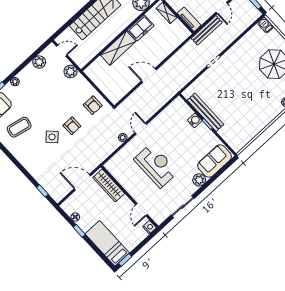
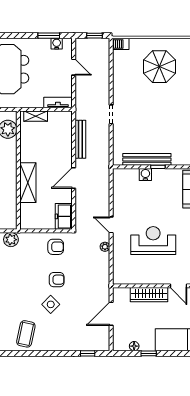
freezer: (141, 28) -> (64, 216), moved, turned 180
bench: (207, 30) -> (80, 139), moved
coffee table: (19, 127) -> (26, 334), moved
wardrobe: (109, 185) -> (149, 295), moved

